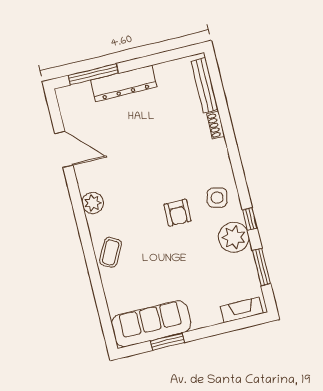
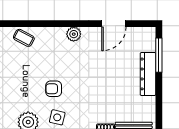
coffee table: (111, 252) -> (24, 38), moved

